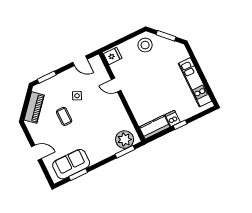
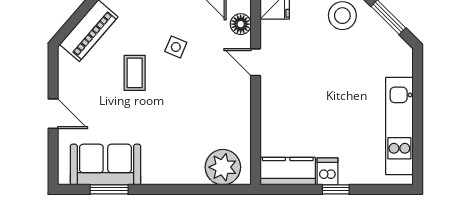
floor lamp: (101, 71) -> (241, 24), added
window: (125, 152) -> (213, 189), removed

